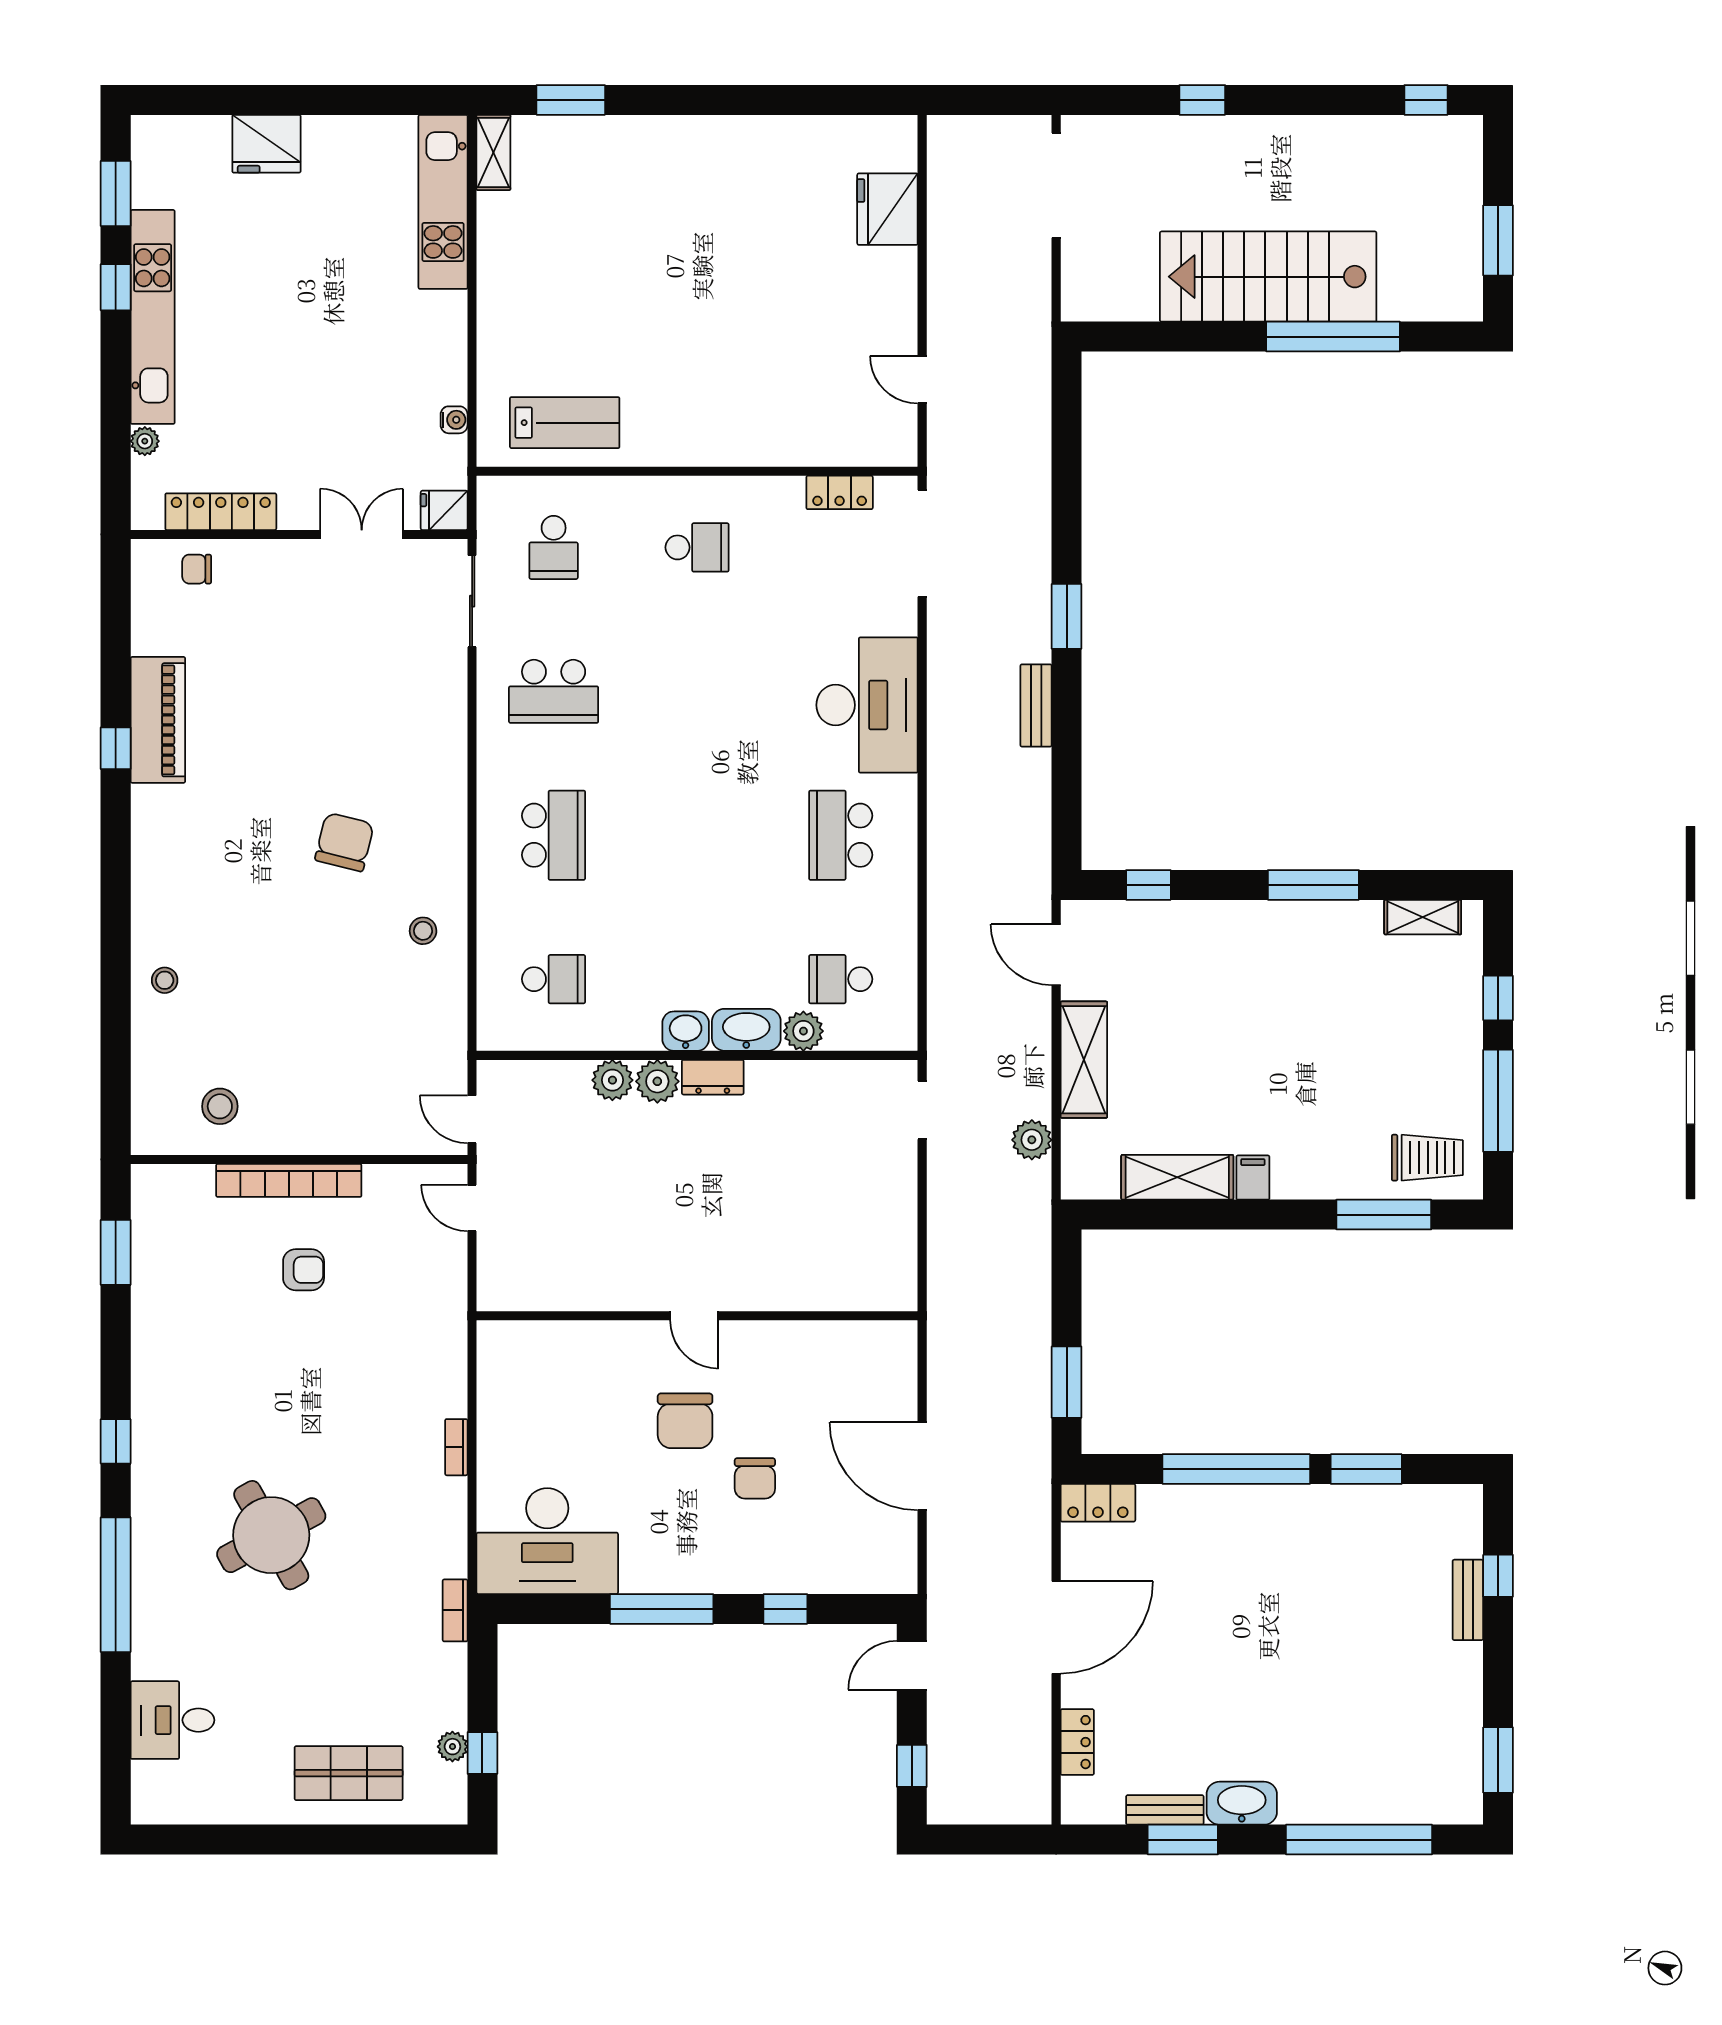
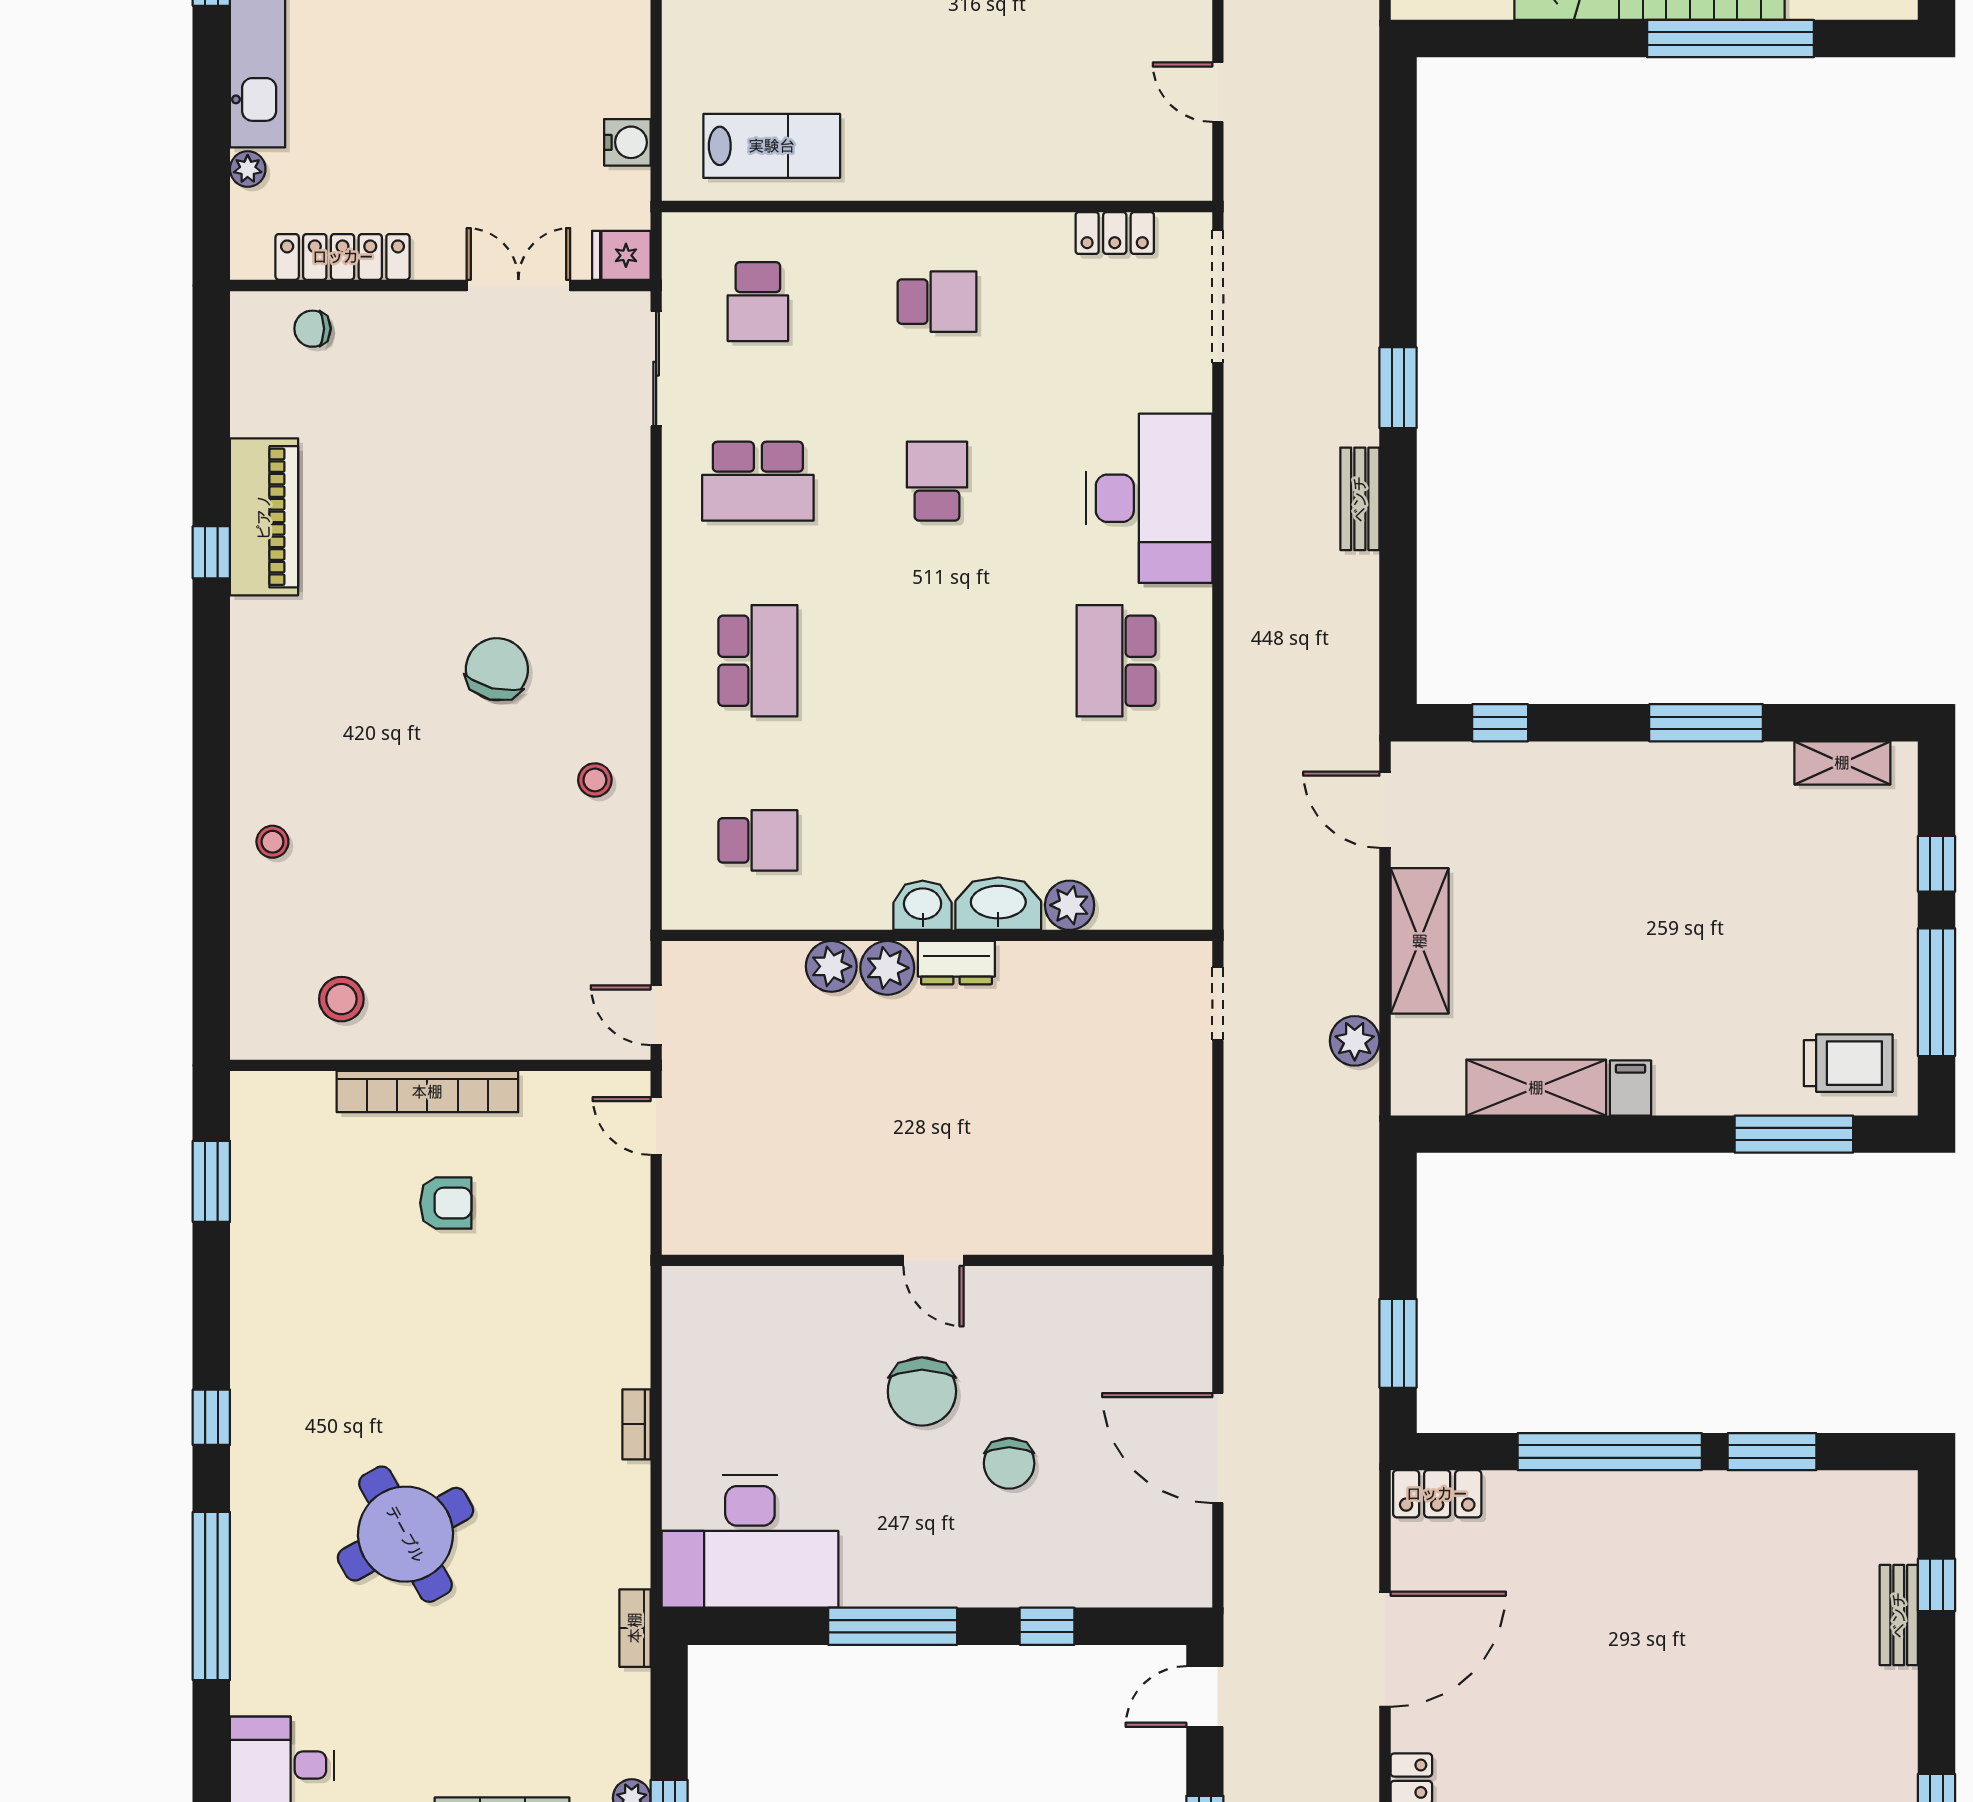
water cooler: (454, 420) -> (627, 142), width x1.38, depth x1.38
school desk: (841, 979) -> (937, 481), moved, turned 90

